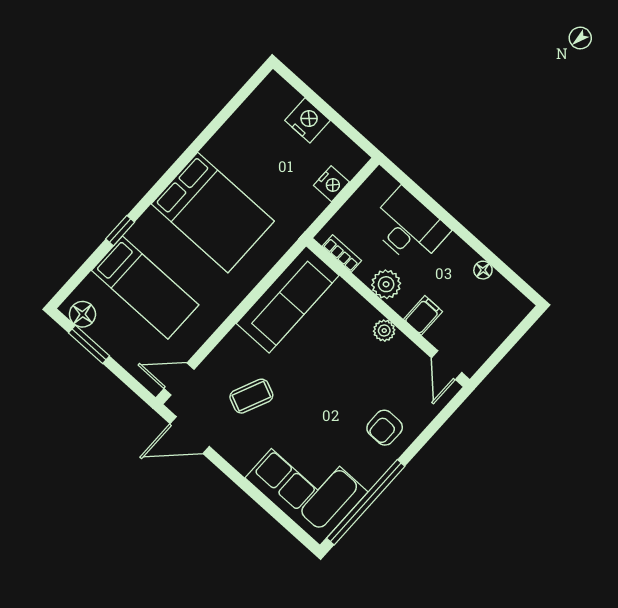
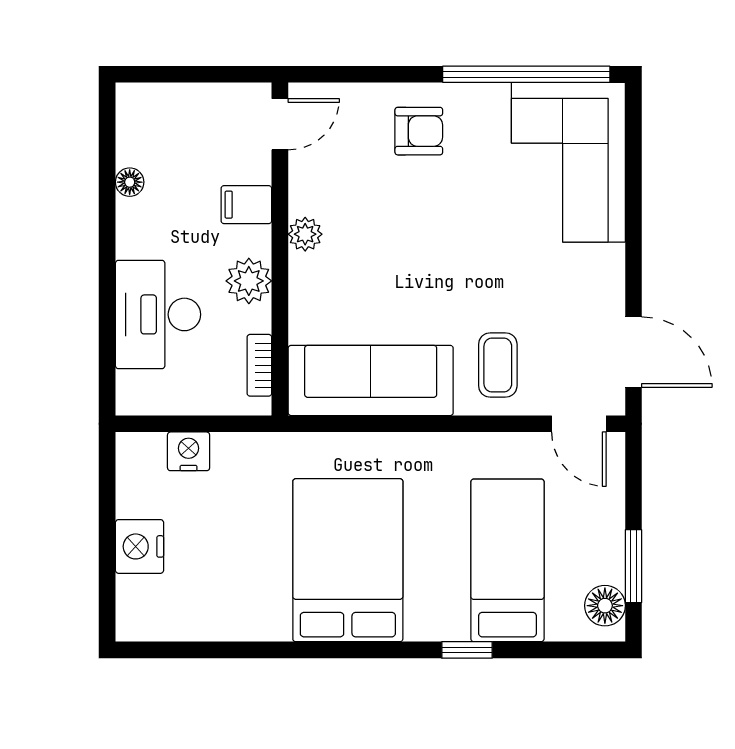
coffee table: (251, 396) -> (498, 365), moved, turned 66

